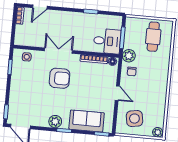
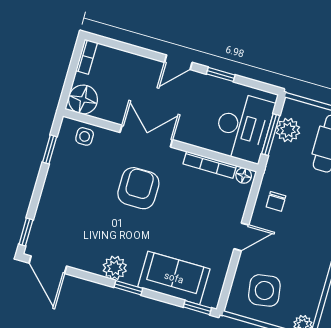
door: (40, 7) -> (178, 62), moved
floor lamp: (22, 38) -> (83, 99), added
desk: (107, 41) -> (243, 127), width x1.37
plant: (129, 56) -> (288, 130), moved
armchair: (60, 78) -> (138, 188), turned -90
door: (117, 93) -> (241, 237), hinge flipped

